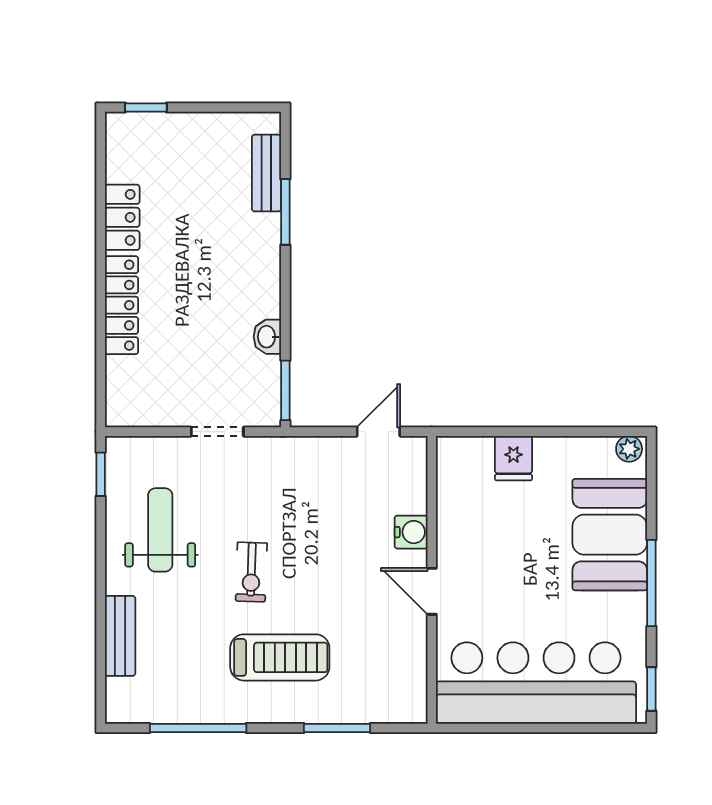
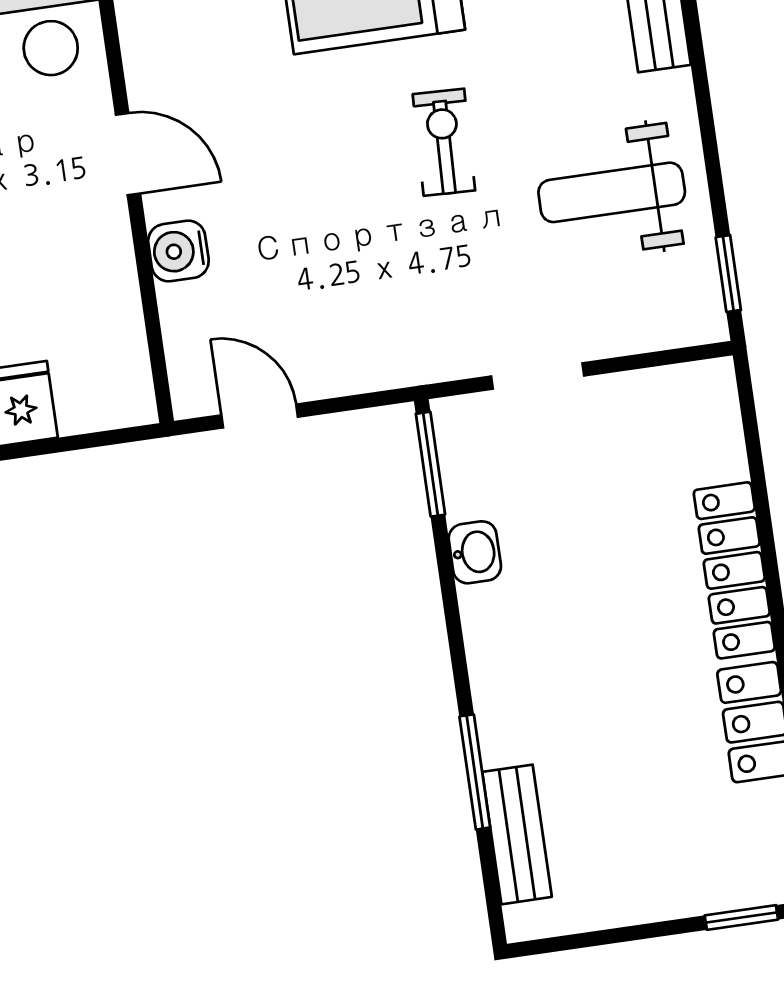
door: (378, 432) -> (260, 416), swing flipped
weight bench: (160, 530) -> (612, 192), turned 90

